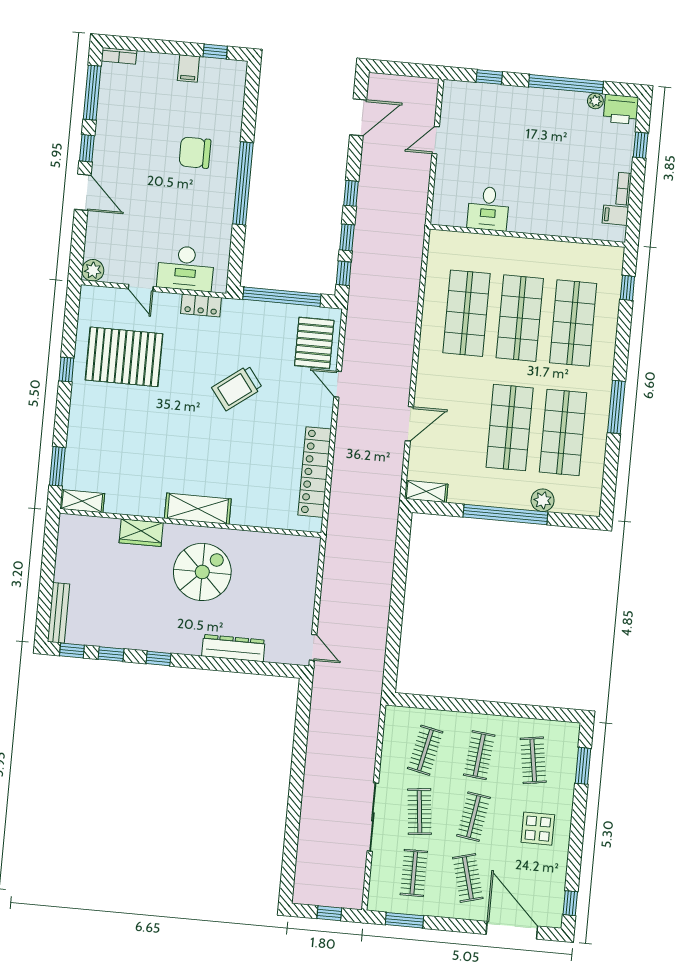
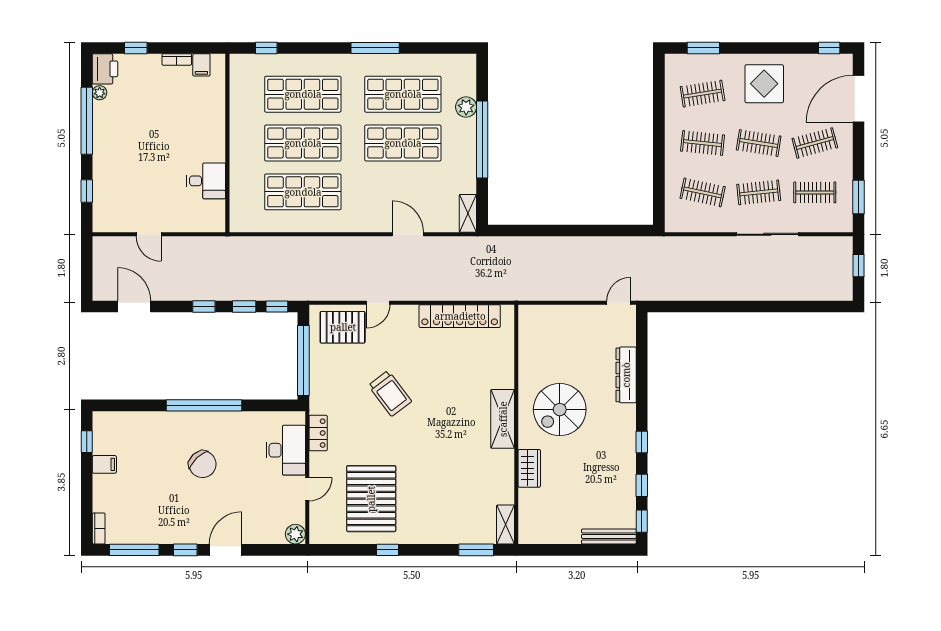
chair: (195, 153) -> (202, 464), moved, turned -43
spiral stairs: (202, 572) -> (560, 410), turned -90
display table: (538, 829) -> (764, 84), width x1.36, depth x1.36

